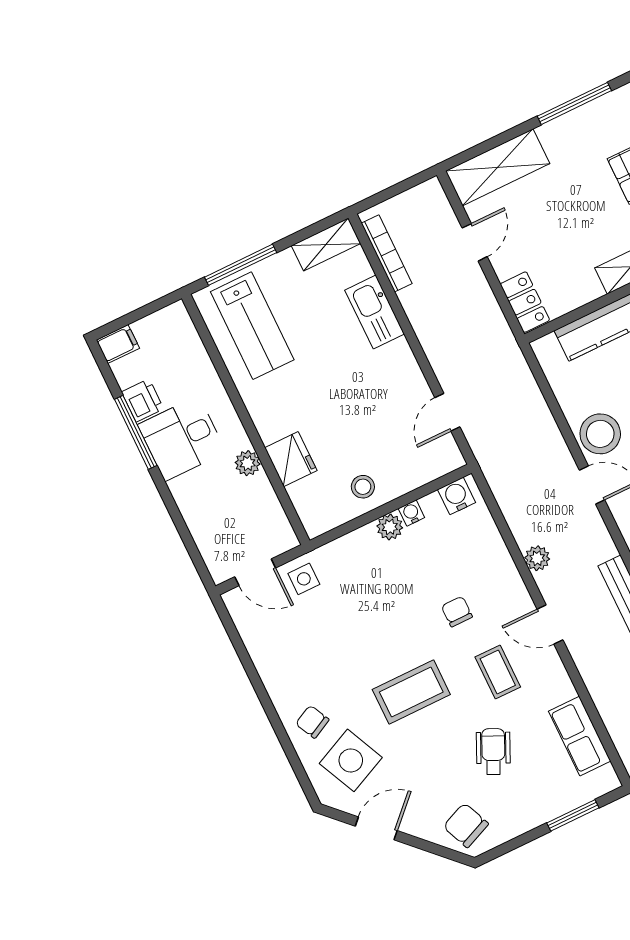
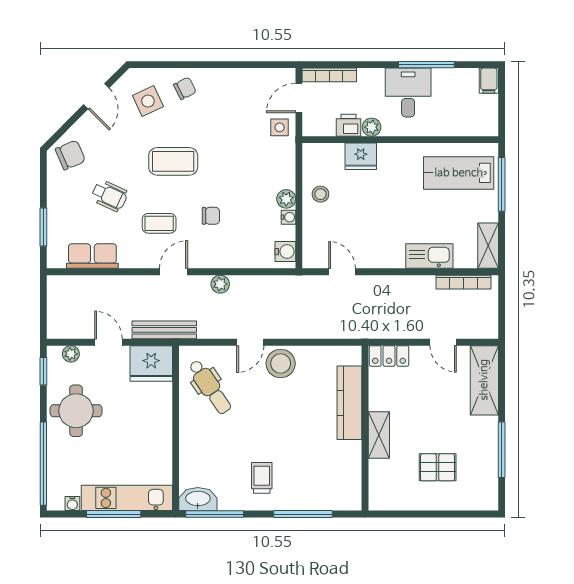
printer: (143, 400) -> (348, 125), moved, turned 180
bookcase: (208, 548) -> (329, 75), added
coffee table: (411, 692) -> (173, 161), turned 90
side table: (351, 760) -> (148, 101), width x0.73, depth x0.73

